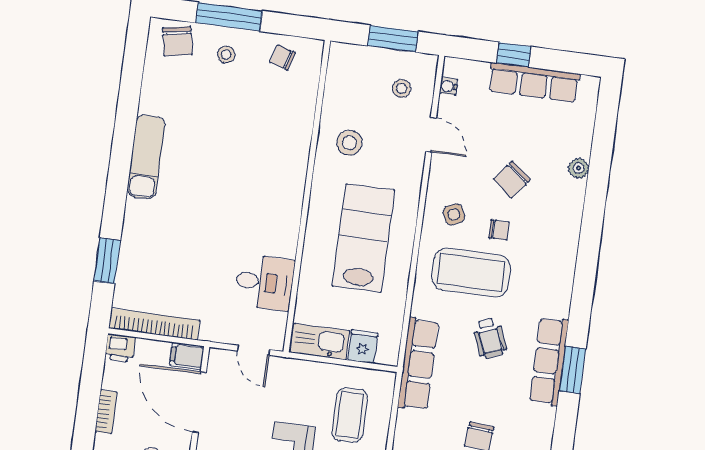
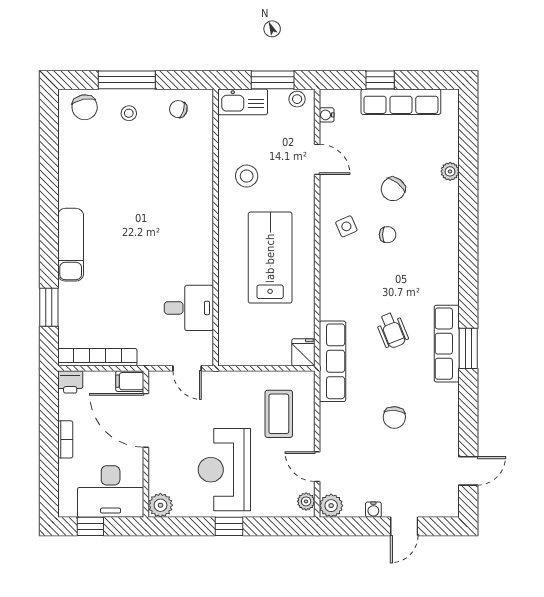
stool: (402, 88) -> (297, 99), moved
exam couch: (146, 157) -> (71, 245), moved
coffee table: (471, 273) -> (368, 275), removed
kitchen sink: (320, 342) -> (243, 102), moved, turned 180
fridge: (363, 346) -> (303, 352), moved

